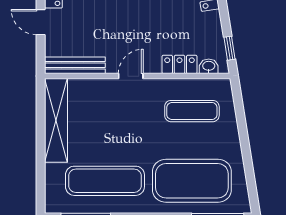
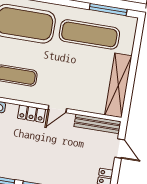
door: (41, 22) -> (120, 148), moved
locker: (179, 64) -> (32, 114), moved

